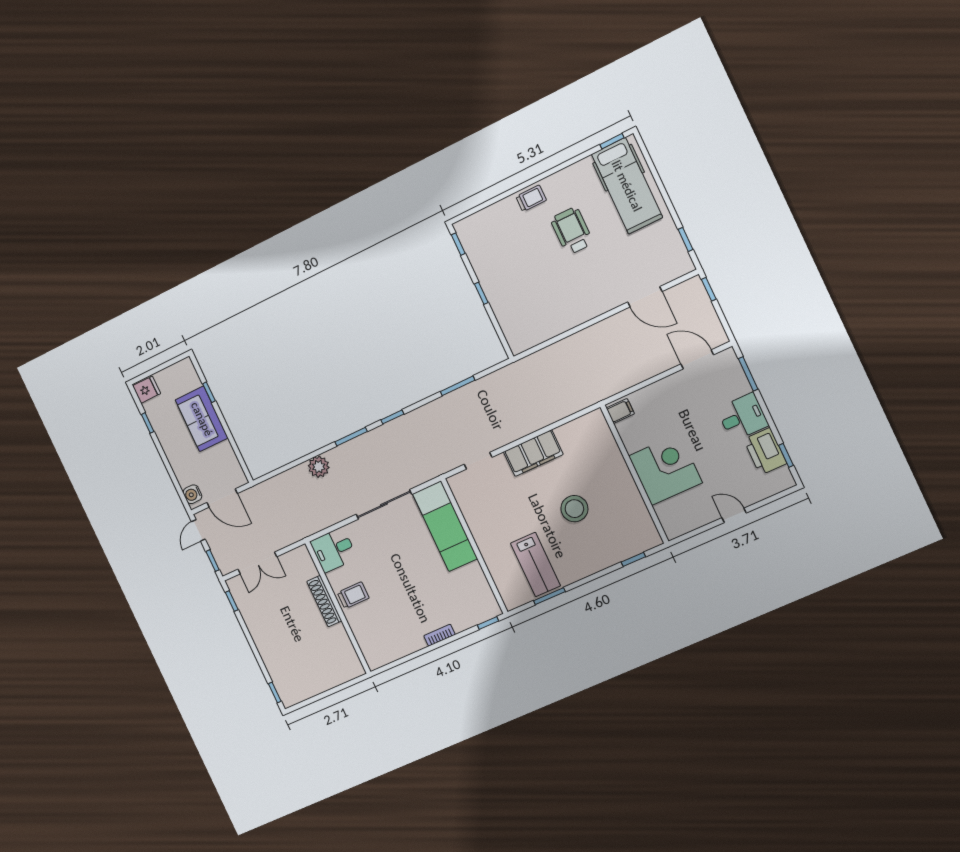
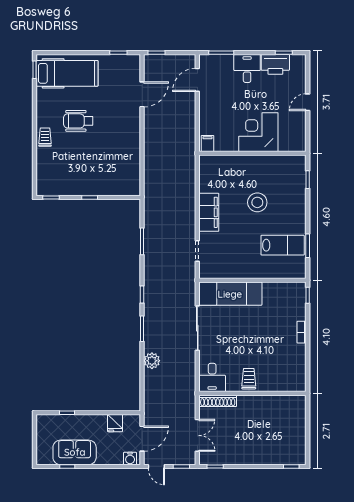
fridge: (147, 390) -> (115, 423), moved, turned 180
sofa: (202, 419) -> (75, 452), moved, turned 180
shoe rack: (324, 601) -> (218, 401), moved

